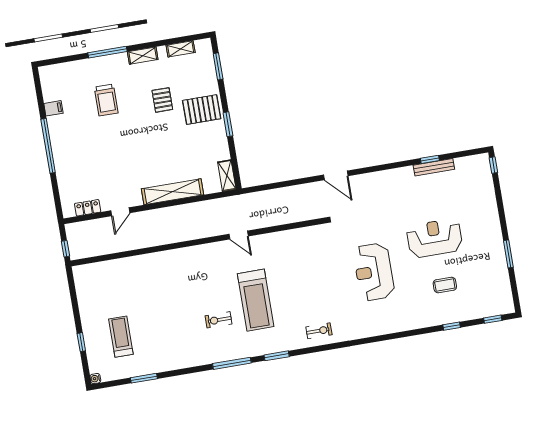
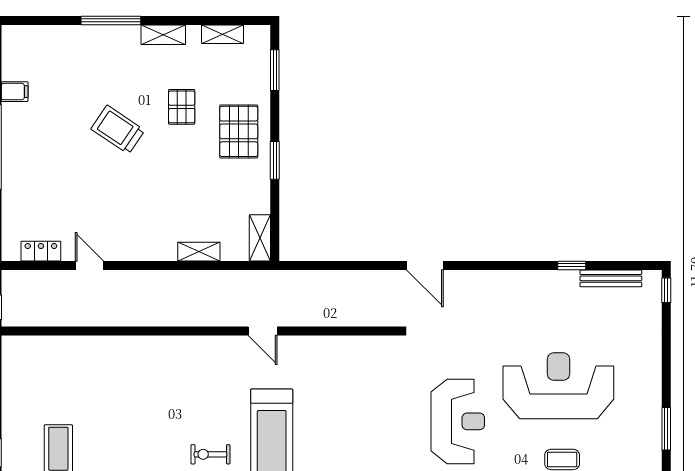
trolley: (106, 100) -> (118, 130), moved, turned 124
pallet: (202, 110) -> (239, 131), turned 90
bench: (434, 167) -> (611, 278), moved
shelving: (173, 192) -> (199, 252), width x0.45, depth x0.75
door: (120, 212) -> (89, 265), swing flipped
reception desk: (435, 238) -> (558, 386), width x1.36, depth x1.30
reception desk: (374, 272) -> (458, 421), turned 180

